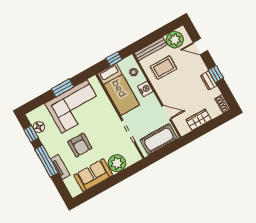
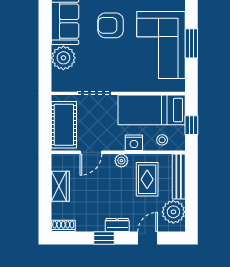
dresser: (209, 81) -> (117, 225), moved
plant: (161, 90) -> (121, 161), added

